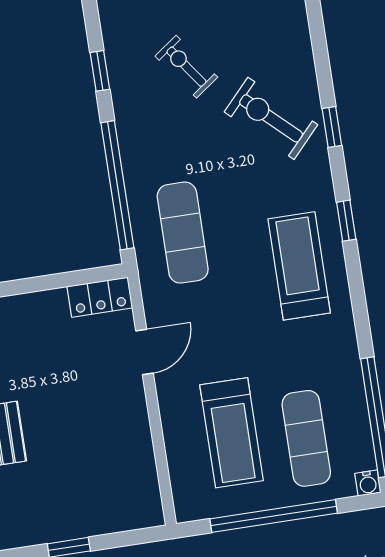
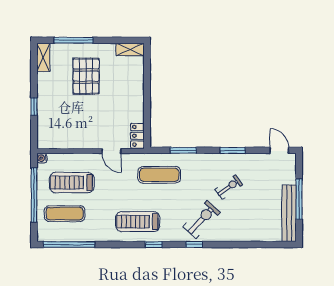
window: (100, 71) -> (233, 150), width x1.50
window: (117, 185) -> (183, 150), width x0.47
treadmill: (299, 266) -> (138, 222), turned 180
water cooler: (368, 483) -> (42, 158), moved

